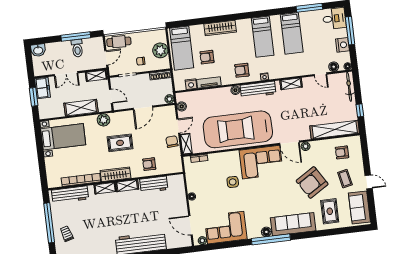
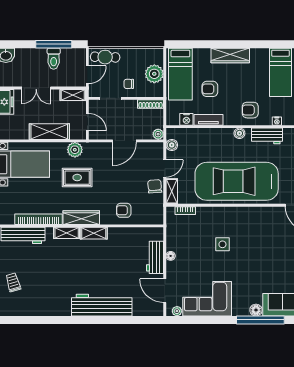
workbench: (258, 90) -> (267, 136), width x0.73
rug: (120, 143) -> (77, 178), moved
corner sofa: (261, 162) -> (260, 224), removed
workbench: (154, 184) -> (155, 257), moved, turned 90

